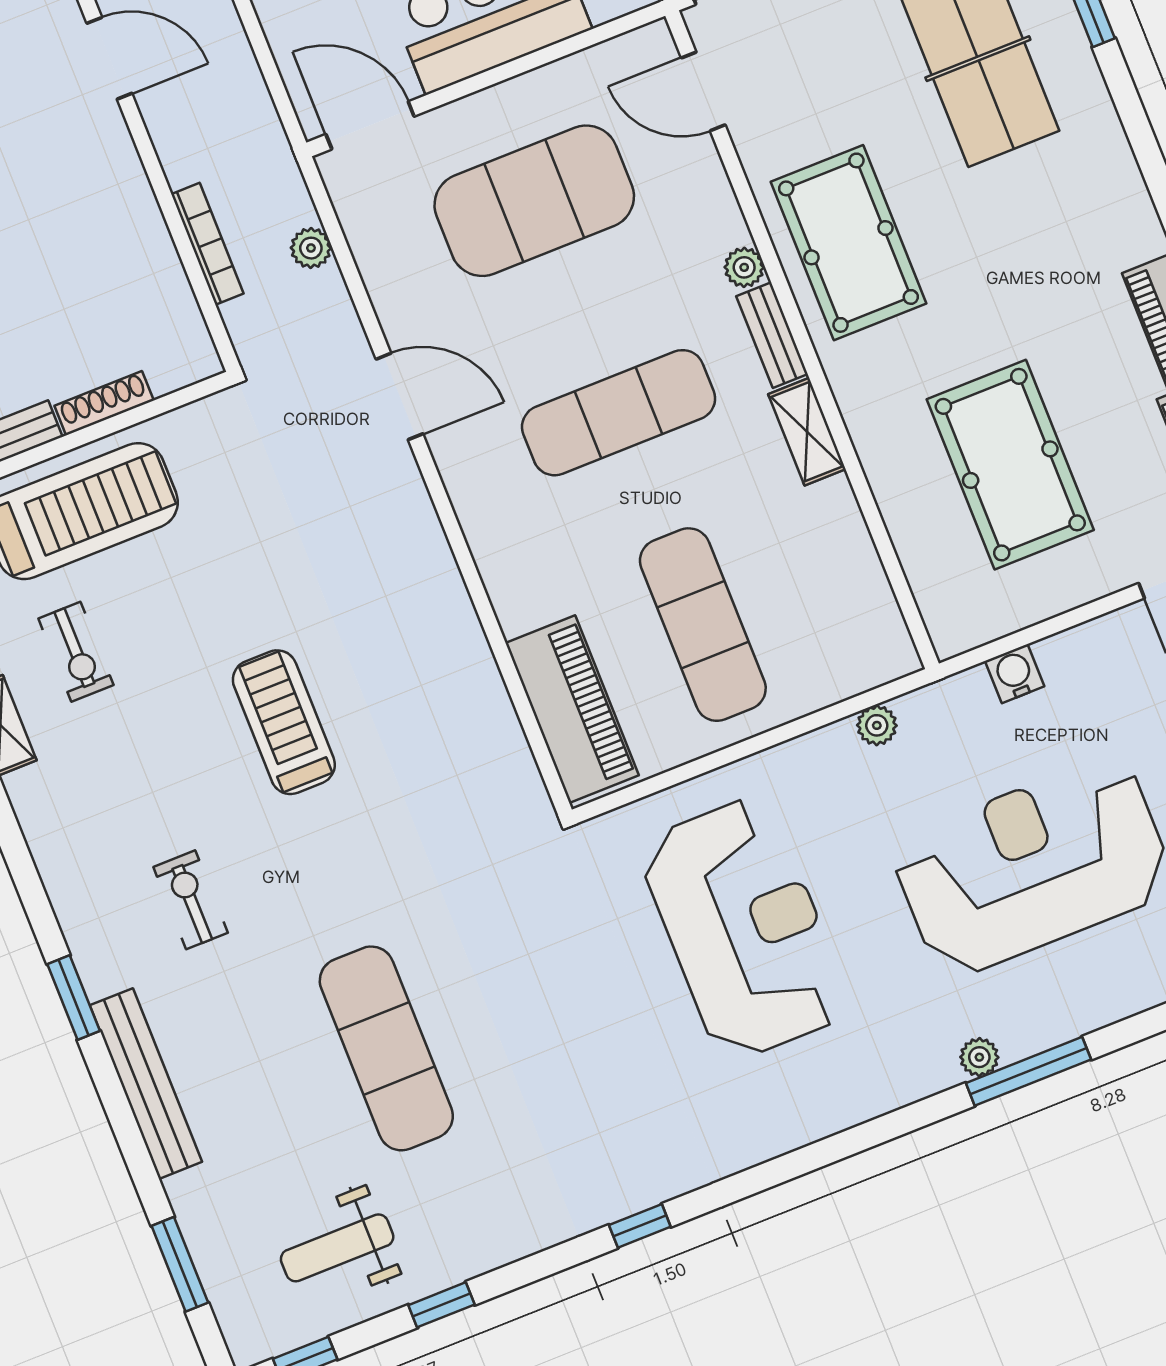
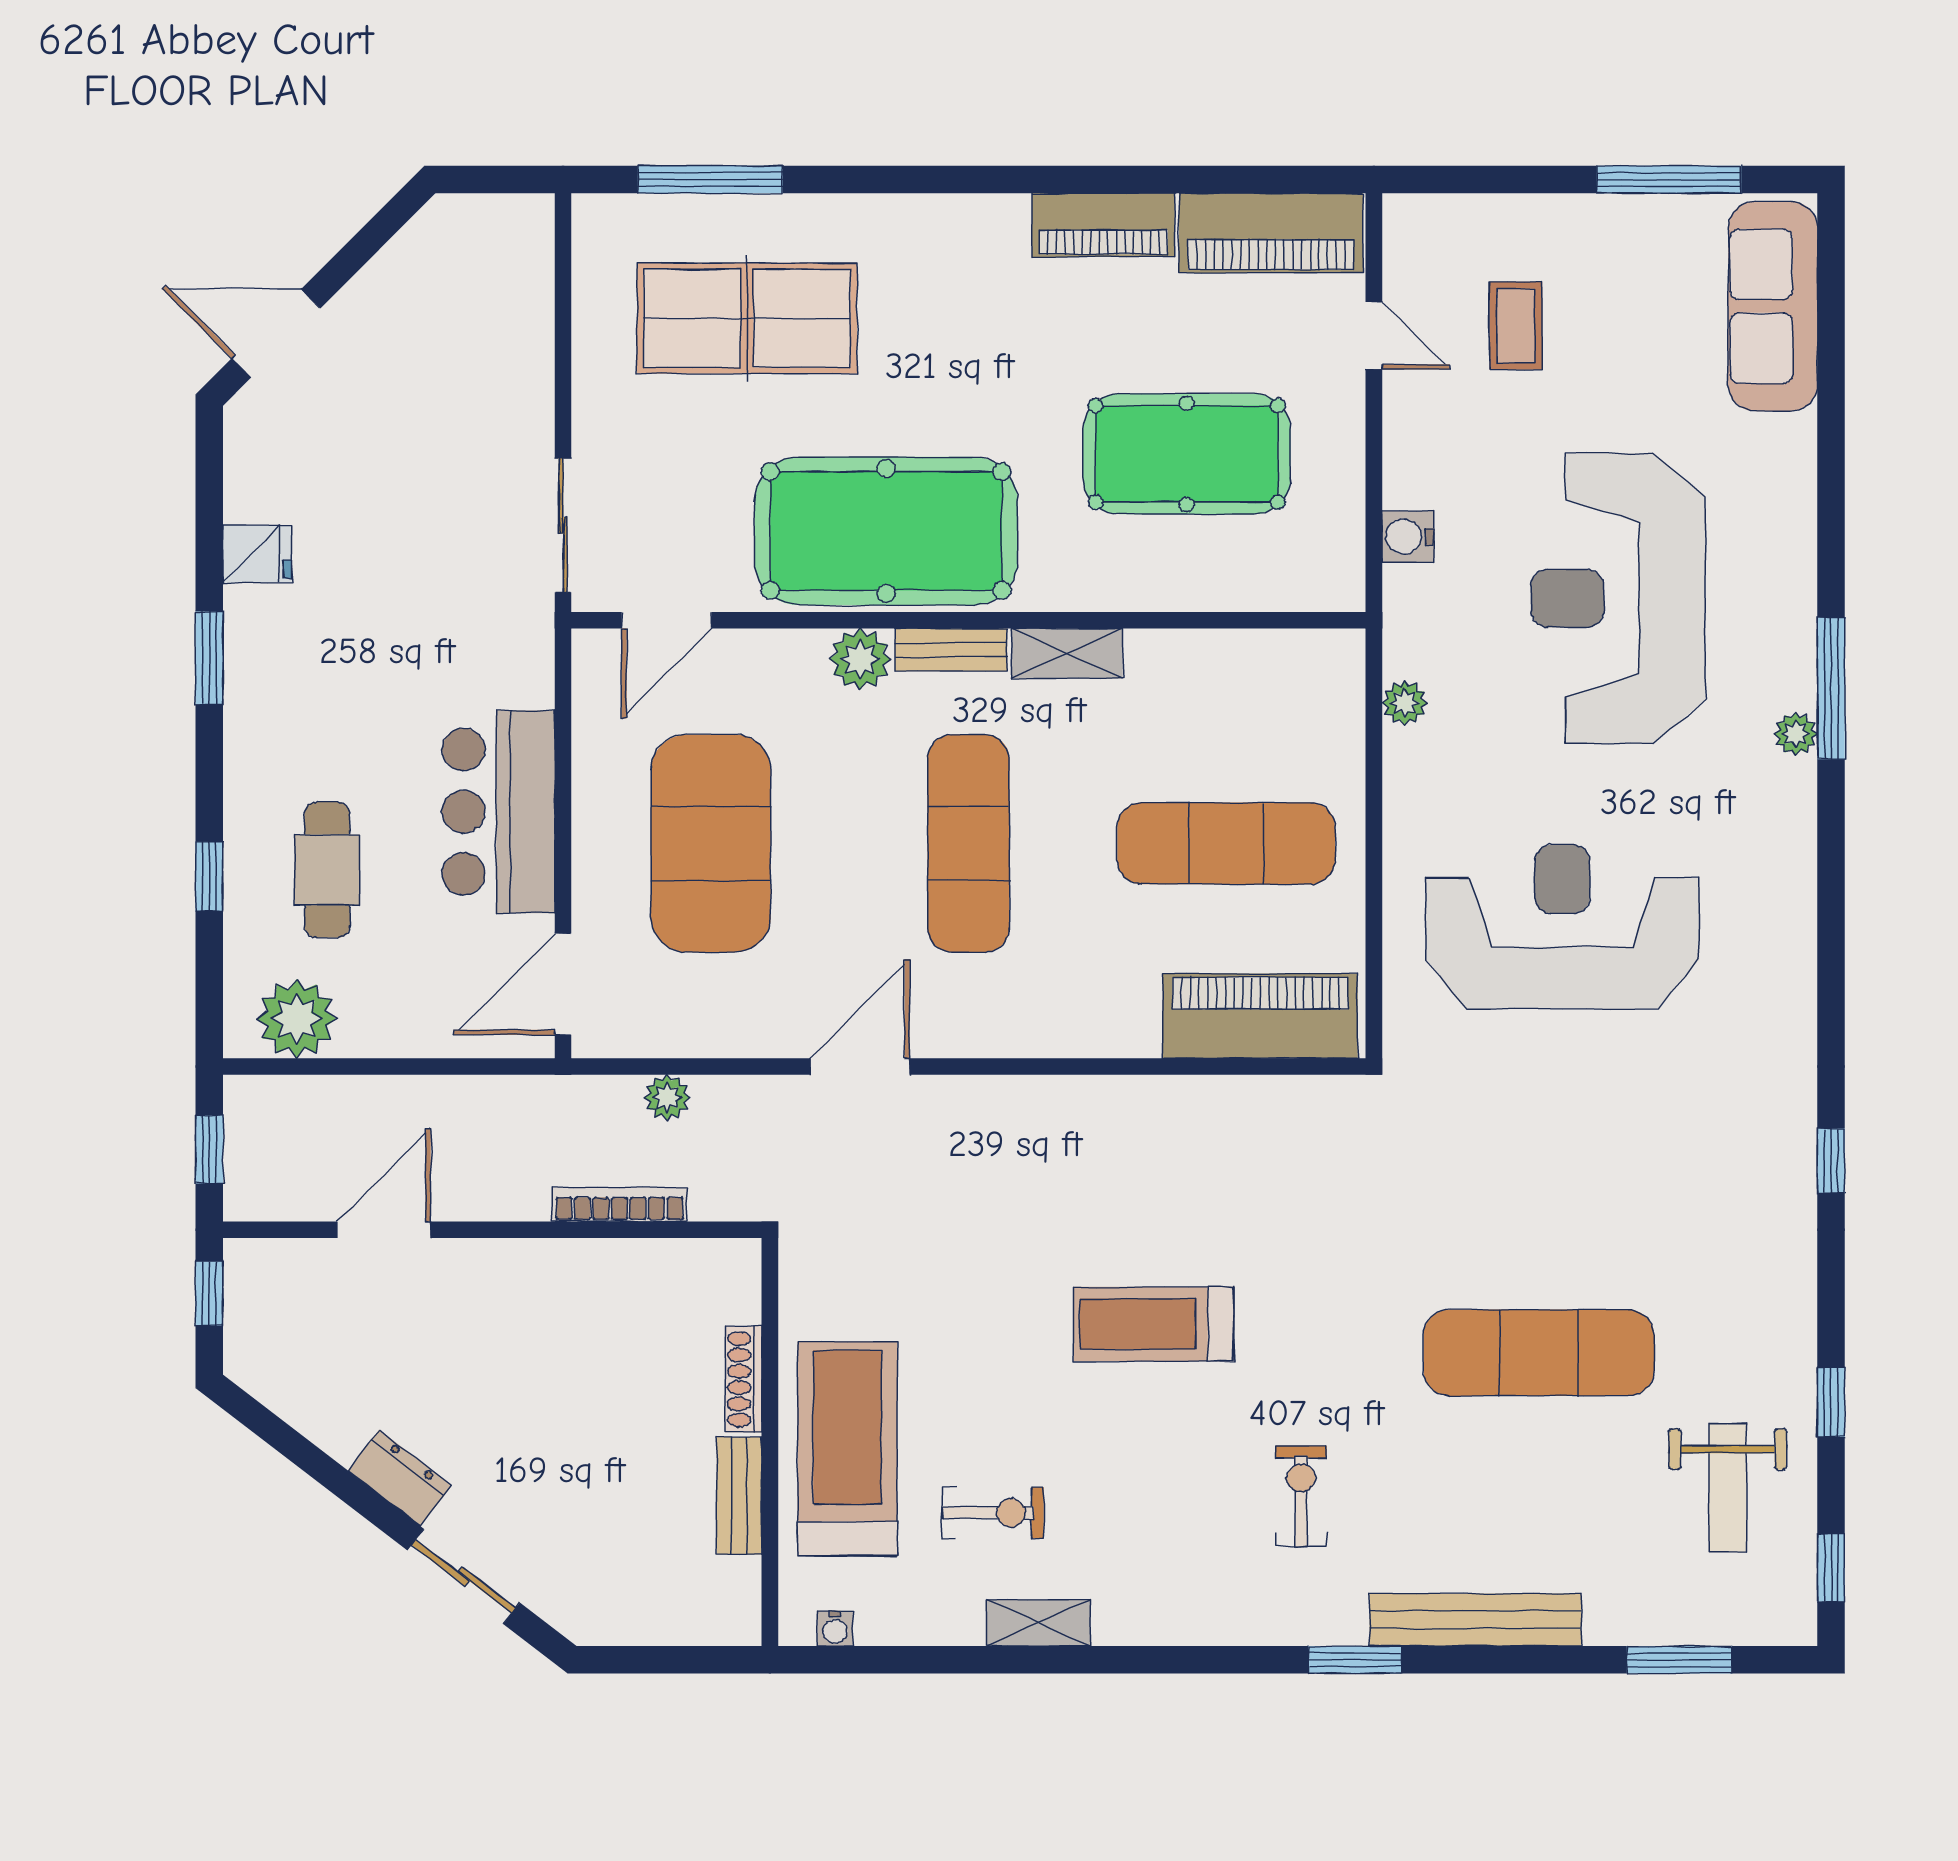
pool table: (849, 243) -> (886, 531), width x1.36, depth x1.32
plant: (744, 267) -> (860, 659), width x1.38, depth x1.38
exercise bike: (191, 900) -> (1301, 1496), turned 90

